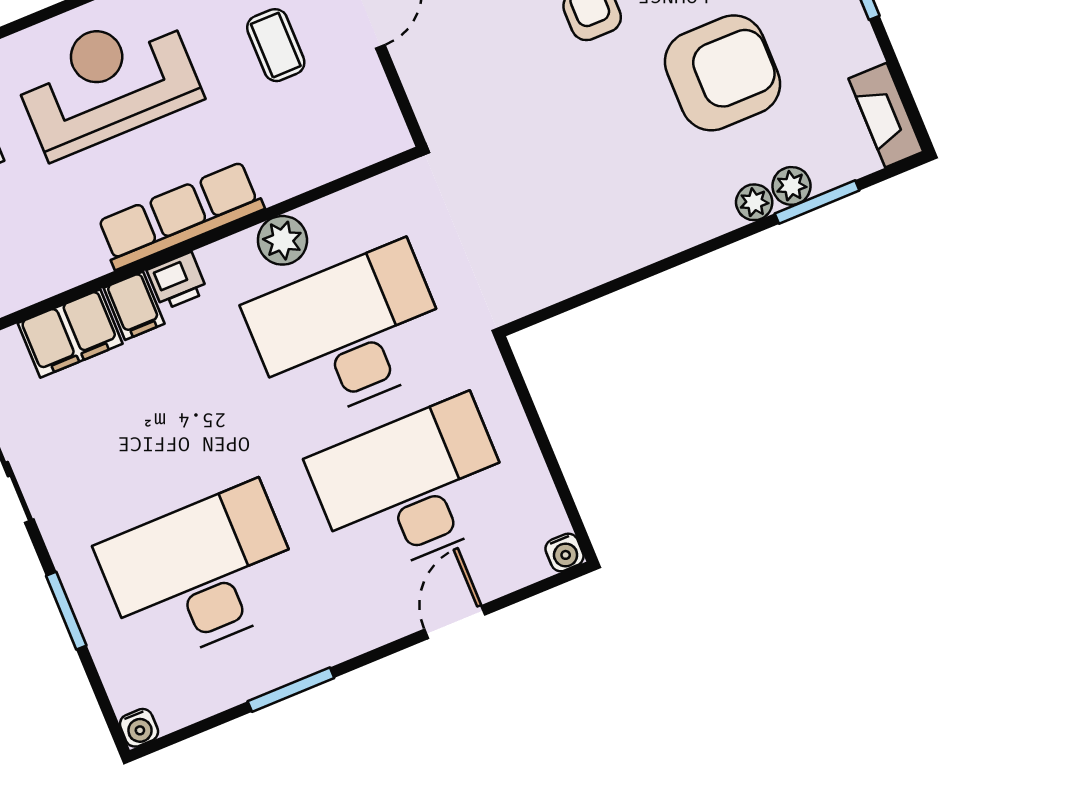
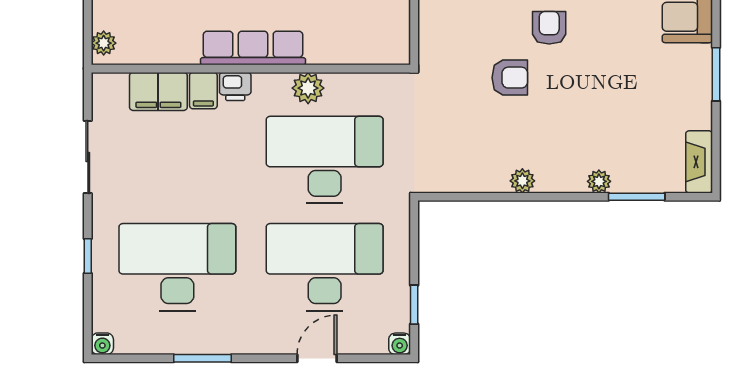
armchair: (723, 73) -> (510, 78), moved, width x0.53, depth x0.53
plant: (791, 186) -> (522, 181), moved
window: (562, 488) -> (414, 305), added
window: (66, 611) -> (88, 256), width x0.67

